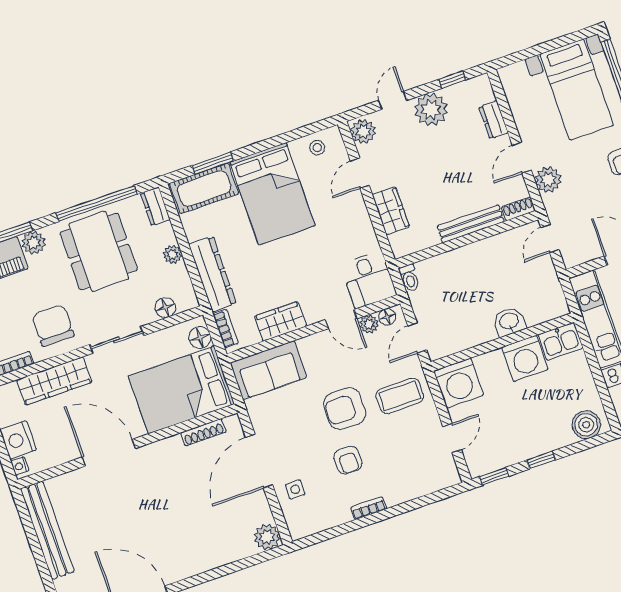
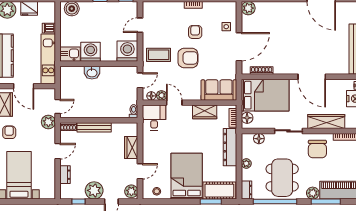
plant: (548, 180) -> (48, 122), moved

